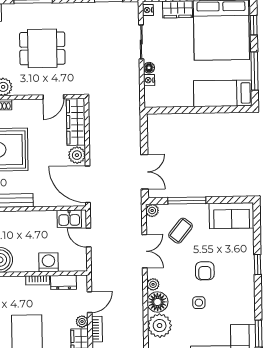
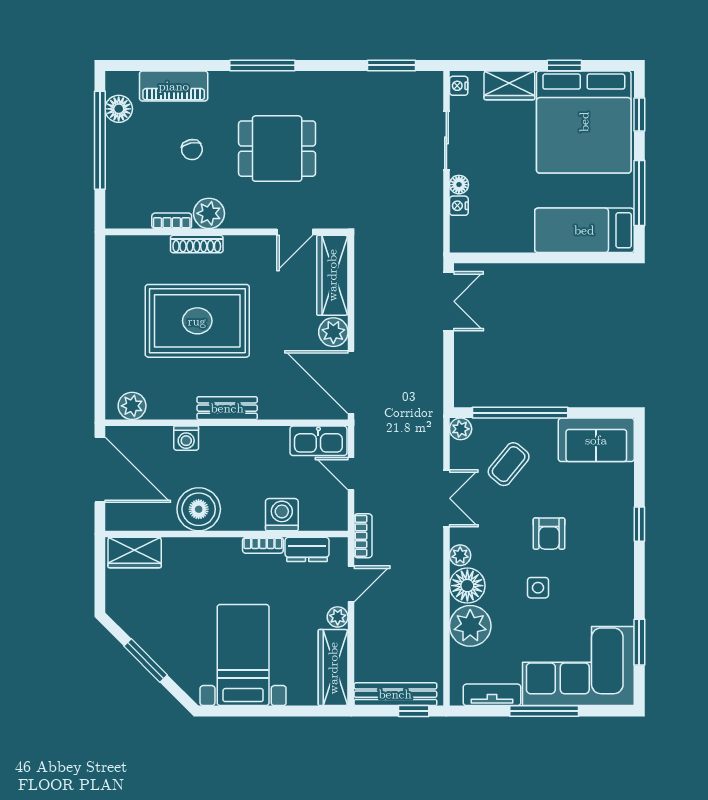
double door: (145, 172) -> (449, 301), moved
window: (187, 200) -> (520, 413), width x1.46
kitchen sink: (69, 219) -> (318, 441), width x1.38
bookcase: (97, 329) -> (363, 536), moved

